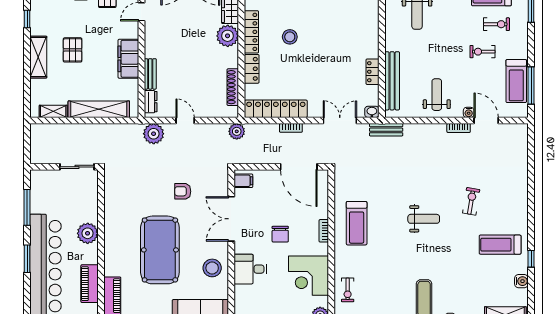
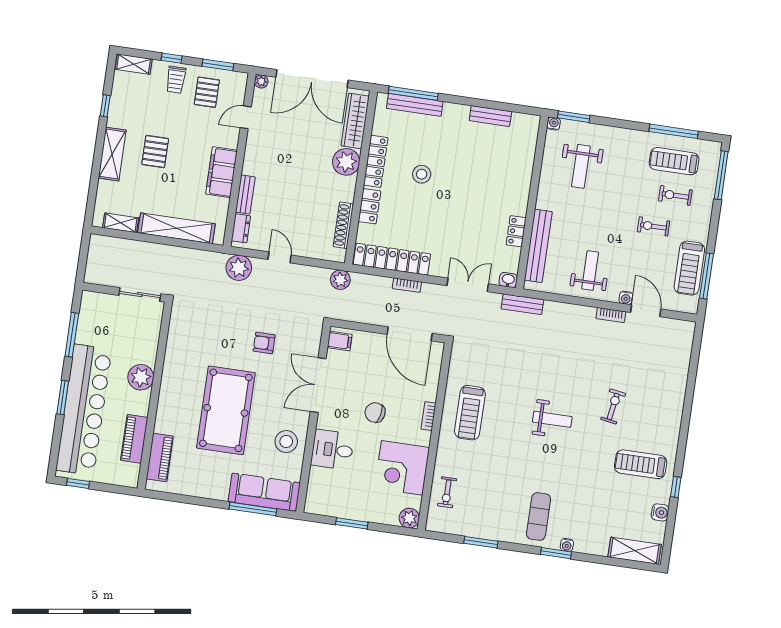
exercise bike: (497, 24) -> (675, 195), turned 180
chair: (280, 234) -> (375, 413), turned 102

